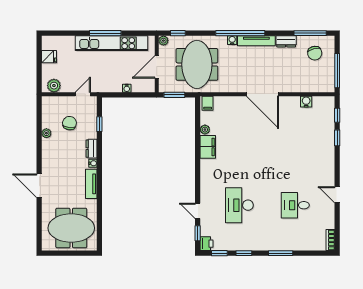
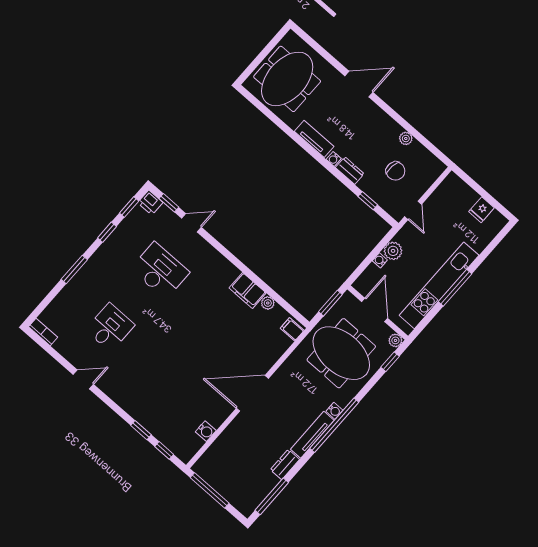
chair: (315, 53) -> (247, 483), removed
plant: (54, 86) -> (393, 251), moved

